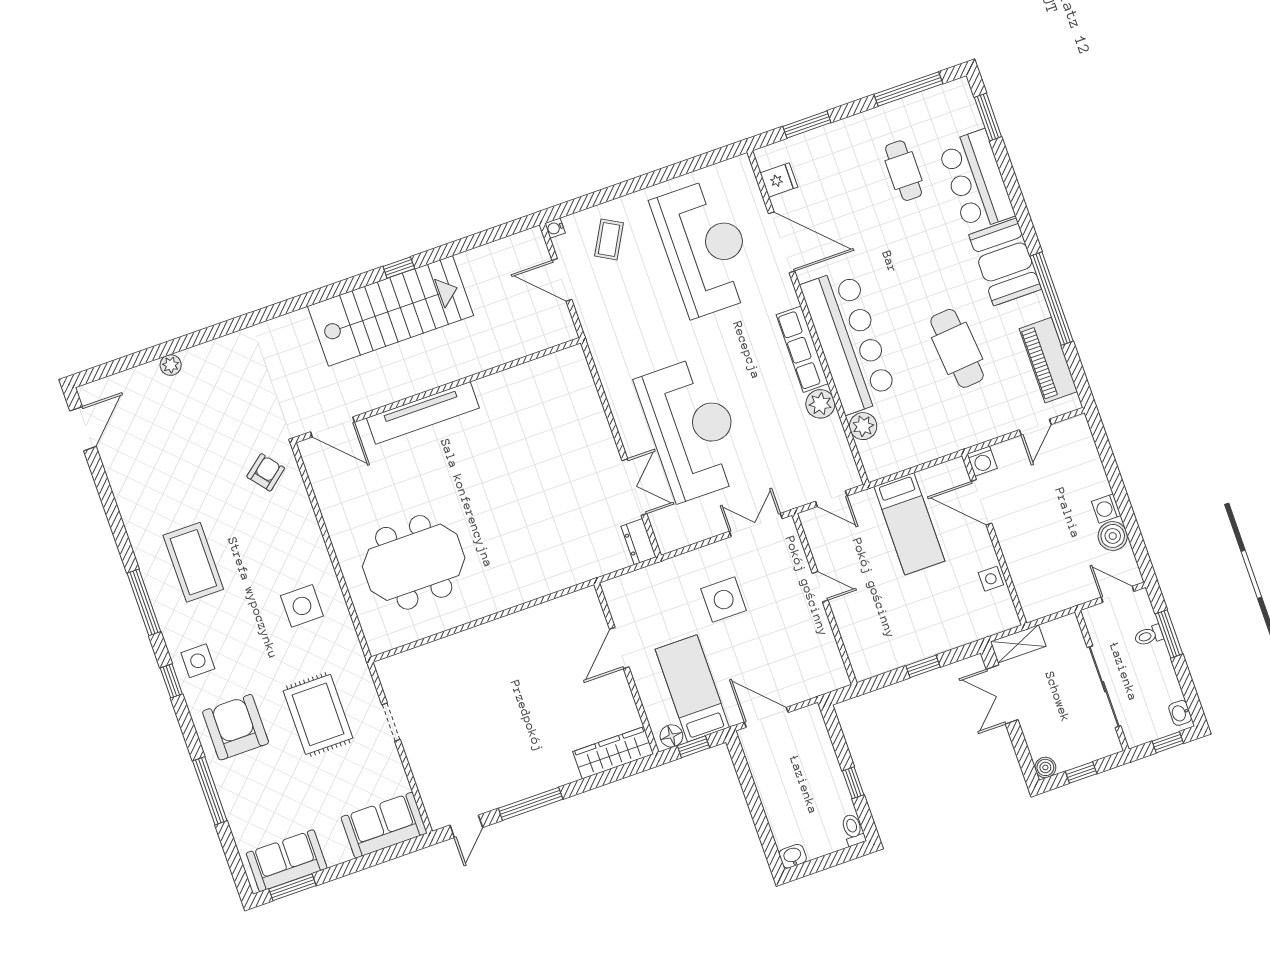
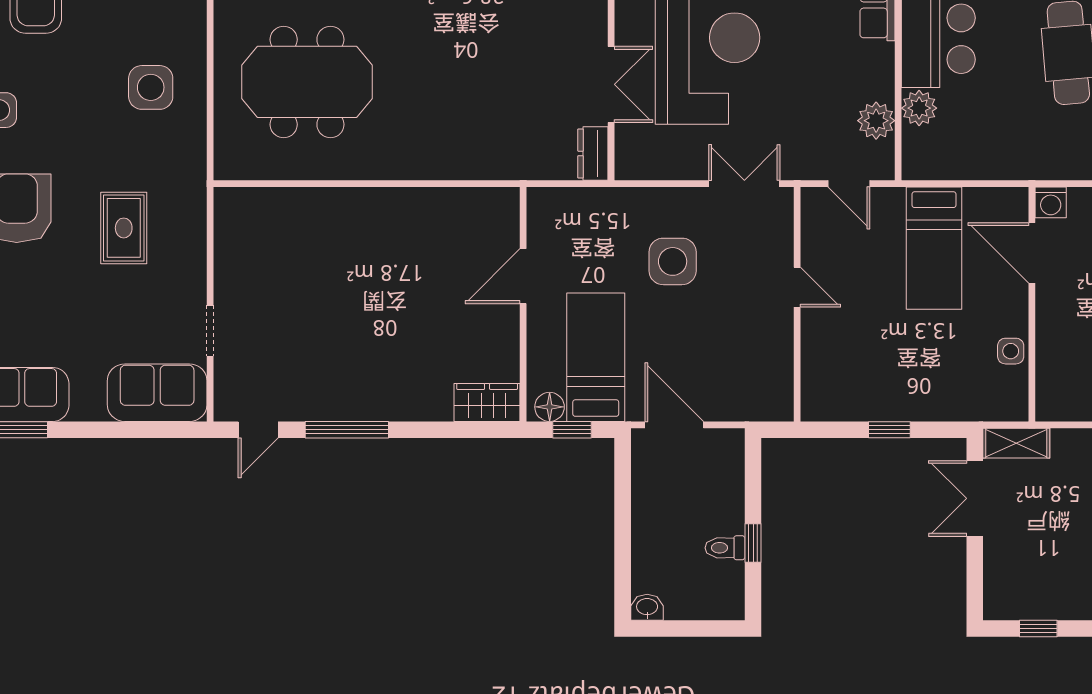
plant: (820, 404) -> (876, 121), moved
rug: (318, 714) -> (124, 228), width x0.73, depth x0.70
doorway: (391, 722) -> (210, 331), moved
wardrobe: (613, 753) -> (487, 402), width x0.67
boiler: (1045, 767) -> (996, 607), removed
toilet: (853, 830) -> (725, 548), moved, turned -90

